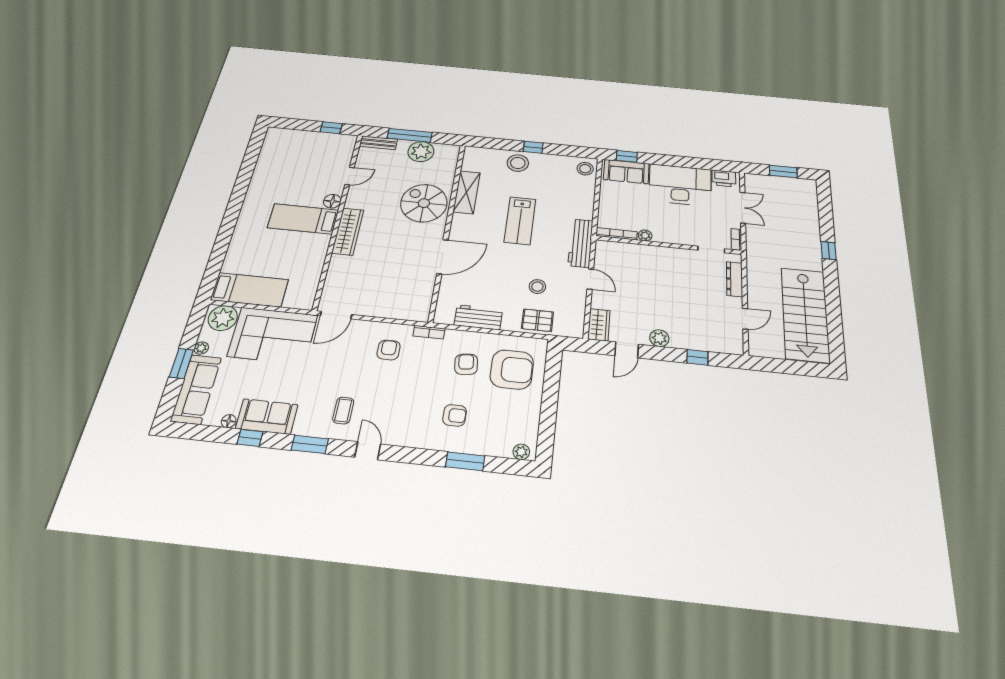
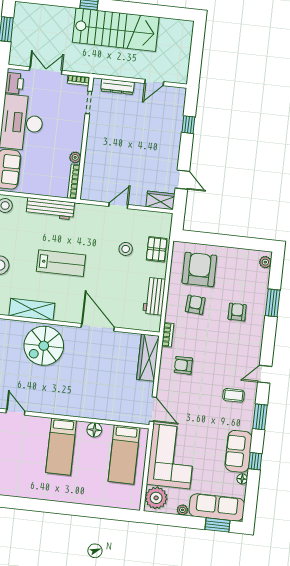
floor lamp: (332, 201) -> (94, 430), moved
wardrobe: (348, 231) -> (148, 358), moved, turned -90
workbench: (581, 243) -> (50, 209), moved
bed: (250, 290) -> (124, 455), moved, turned 180
stairs: (805, 314) -> (116, 30), moved
door: (745, 319) -> (154, 83), swing flipped
plant: (659, 338) -> (172, 153), removed
window: (181, 363) -> (218, 525), moved
armchair: (466, 364) -> (195, 305), turned 101

